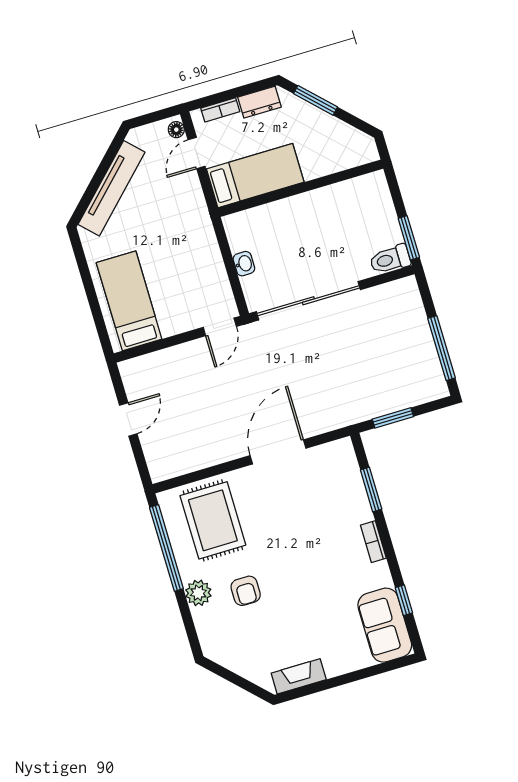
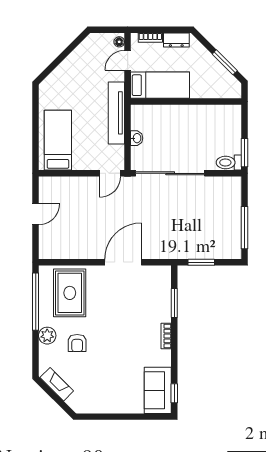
window: (316, 100) -> (225, 62), moved
tv unit: (112, 188) -> (116, 113), moved, turned 135
window: (404, 600) -> (174, 393), moved
fireplace: (299, 676) -> (57, 384), moved, turned 45

